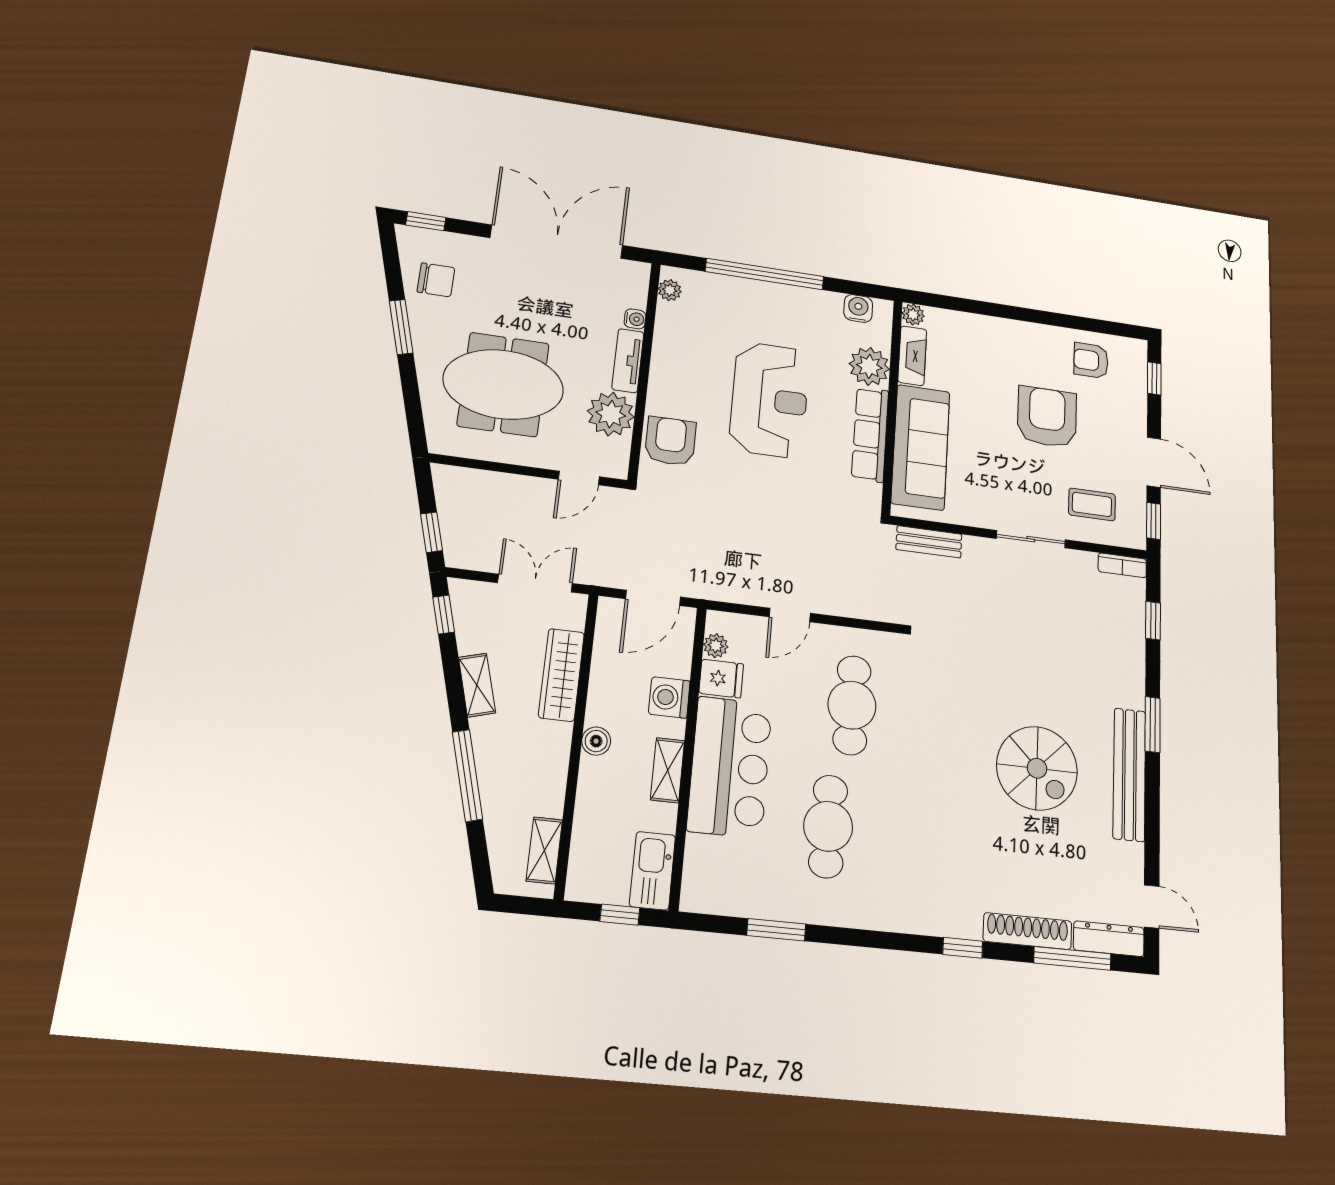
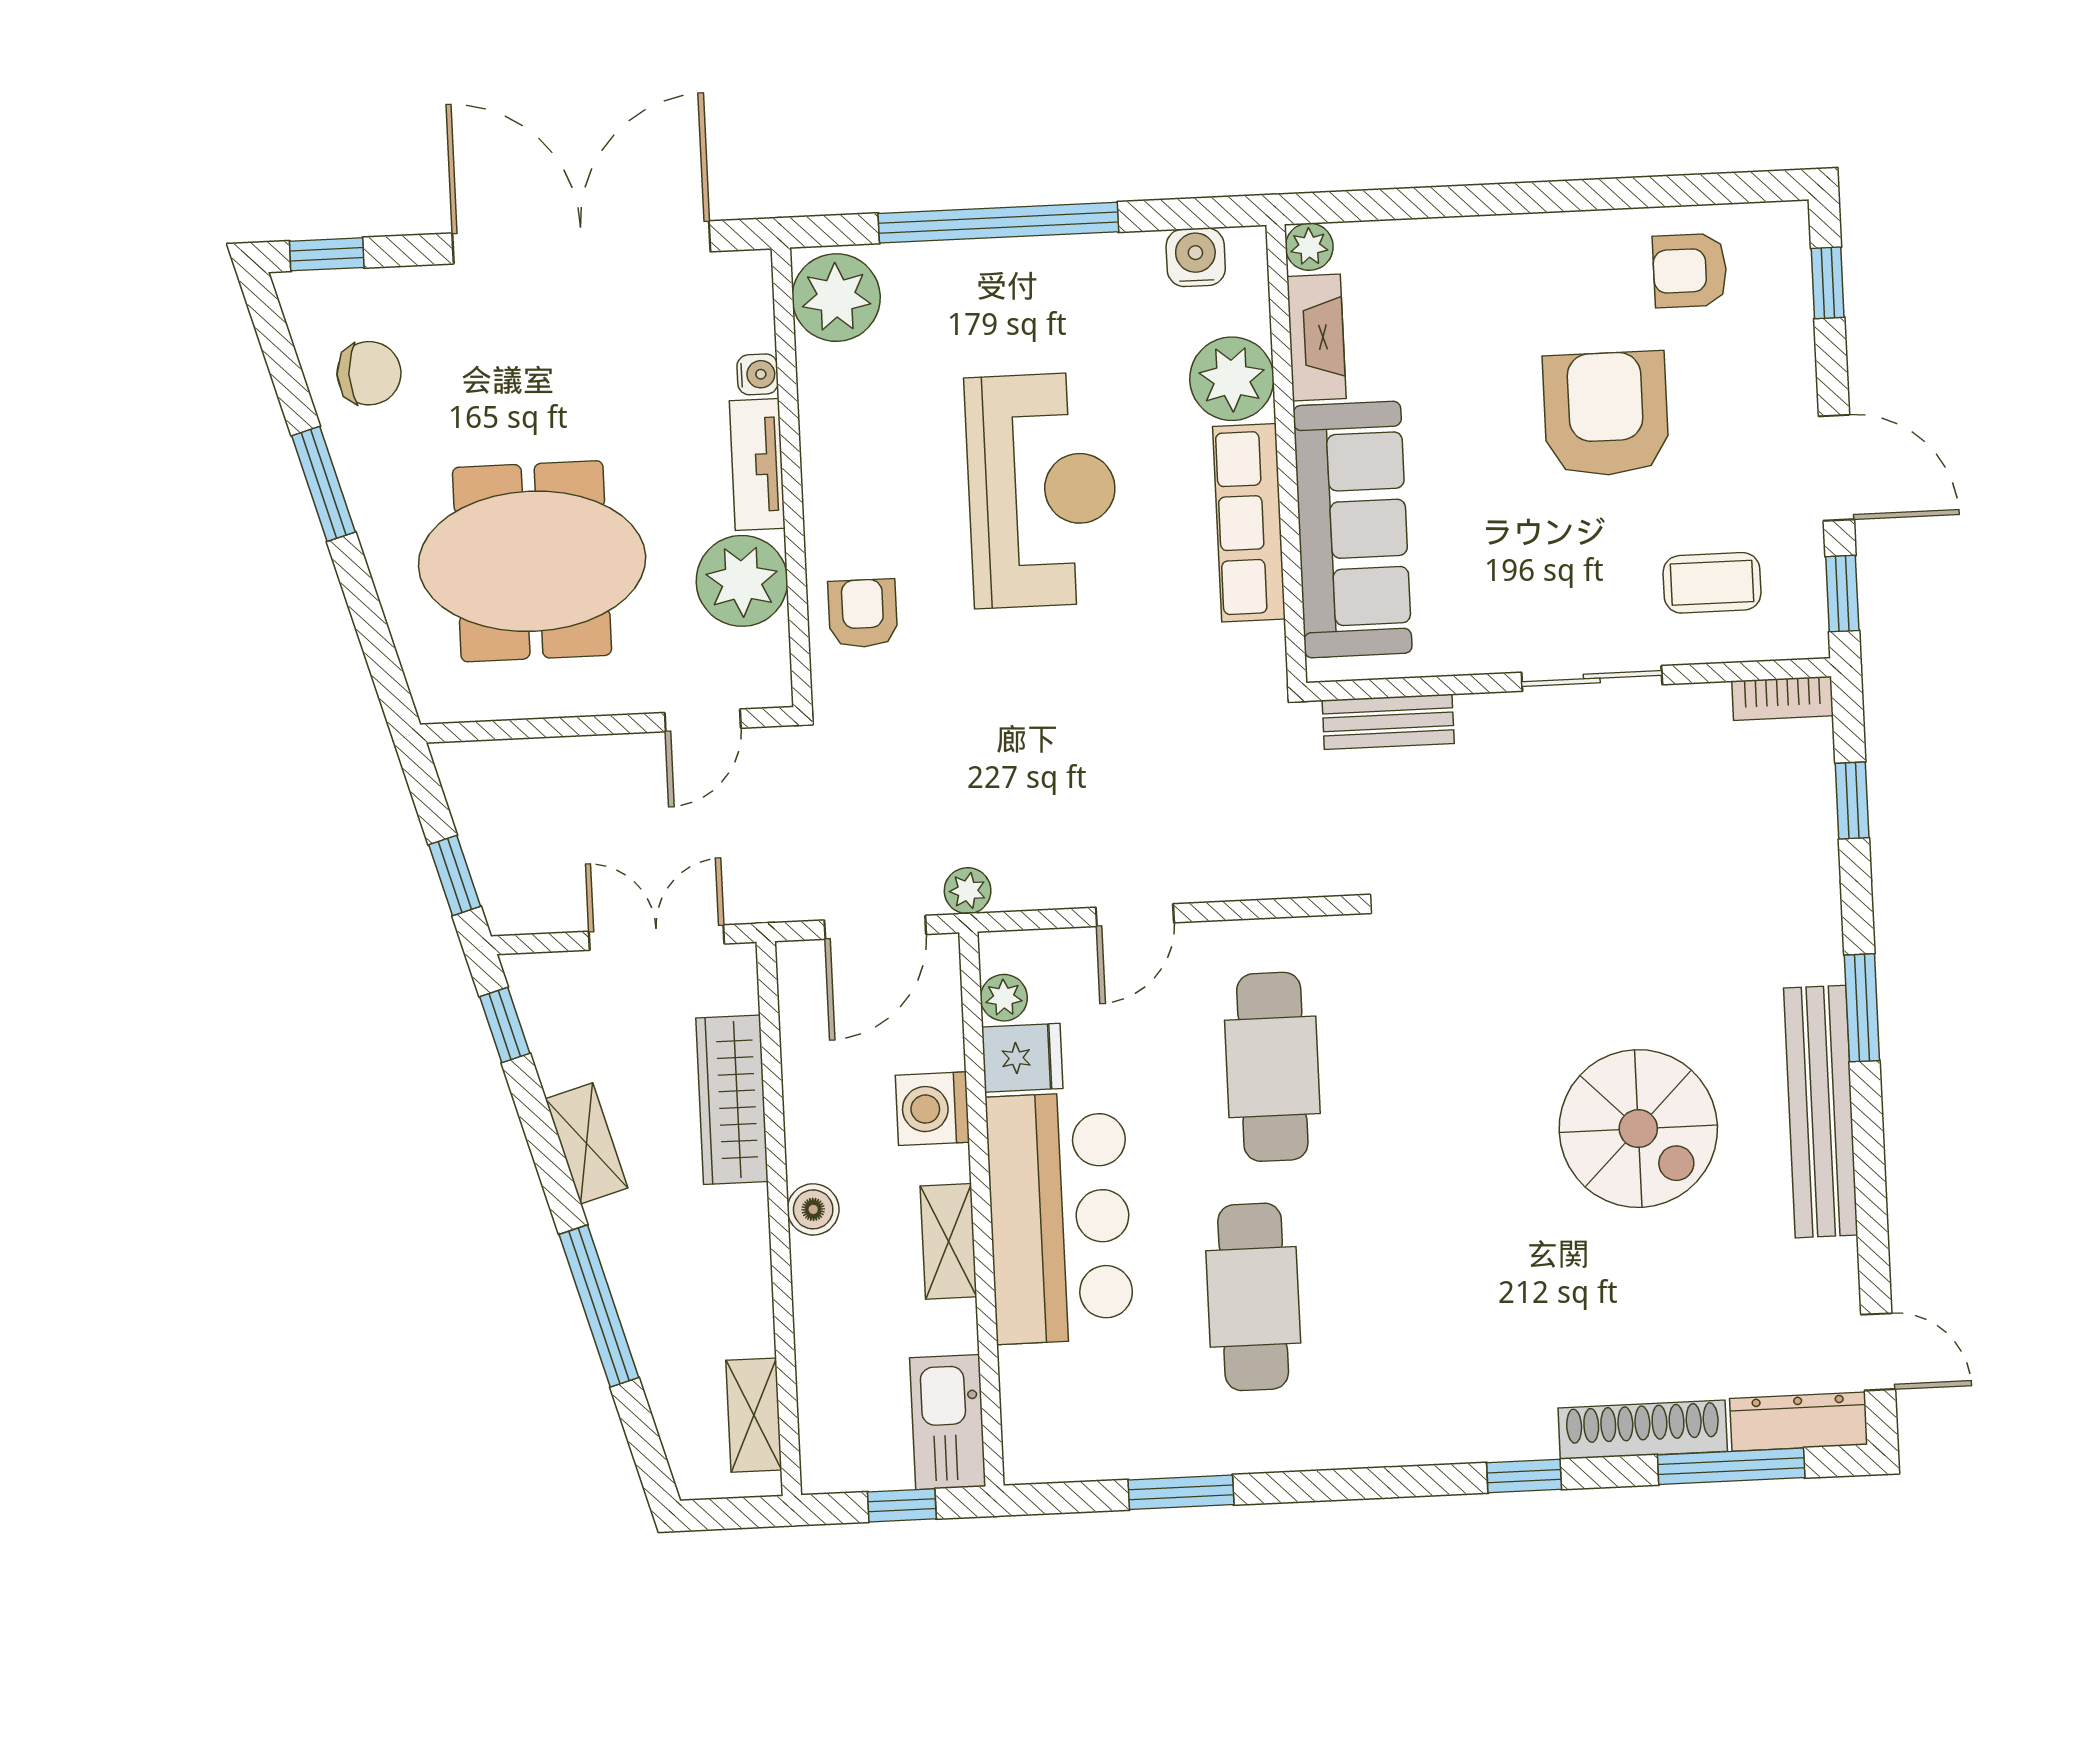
plant: (670, 290) -> (836, 298), width x1.87, depth x1.87
armchair: (670, 441) -> (863, 613), width x0.72, depth x0.72
plant: (704, 588) -> (968, 891), added

